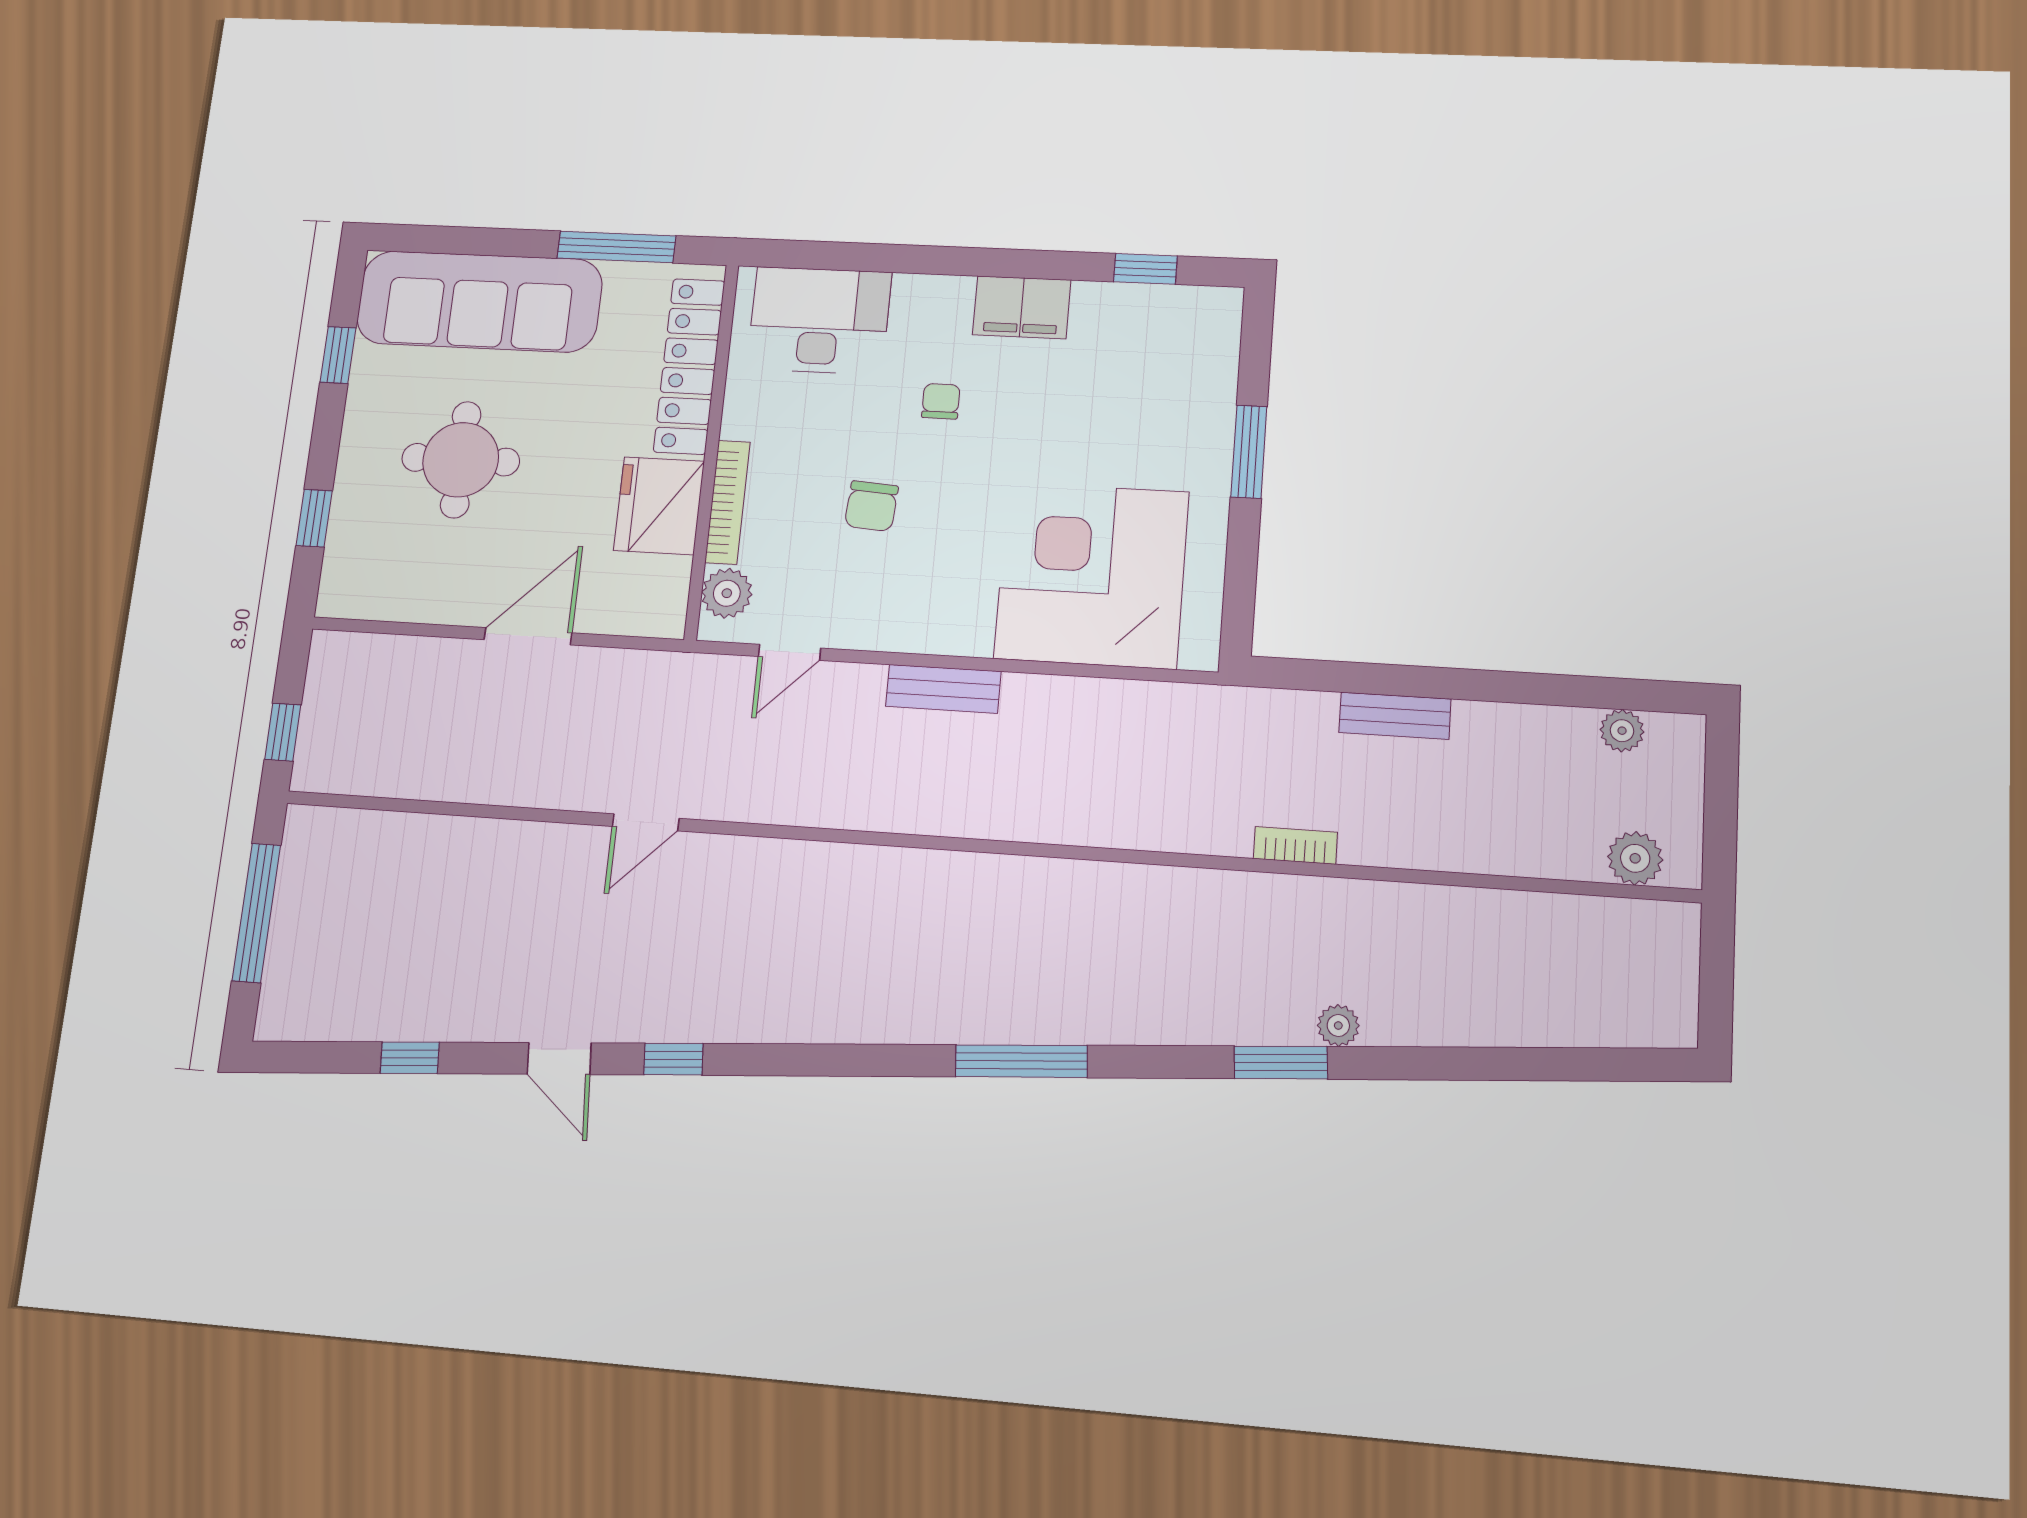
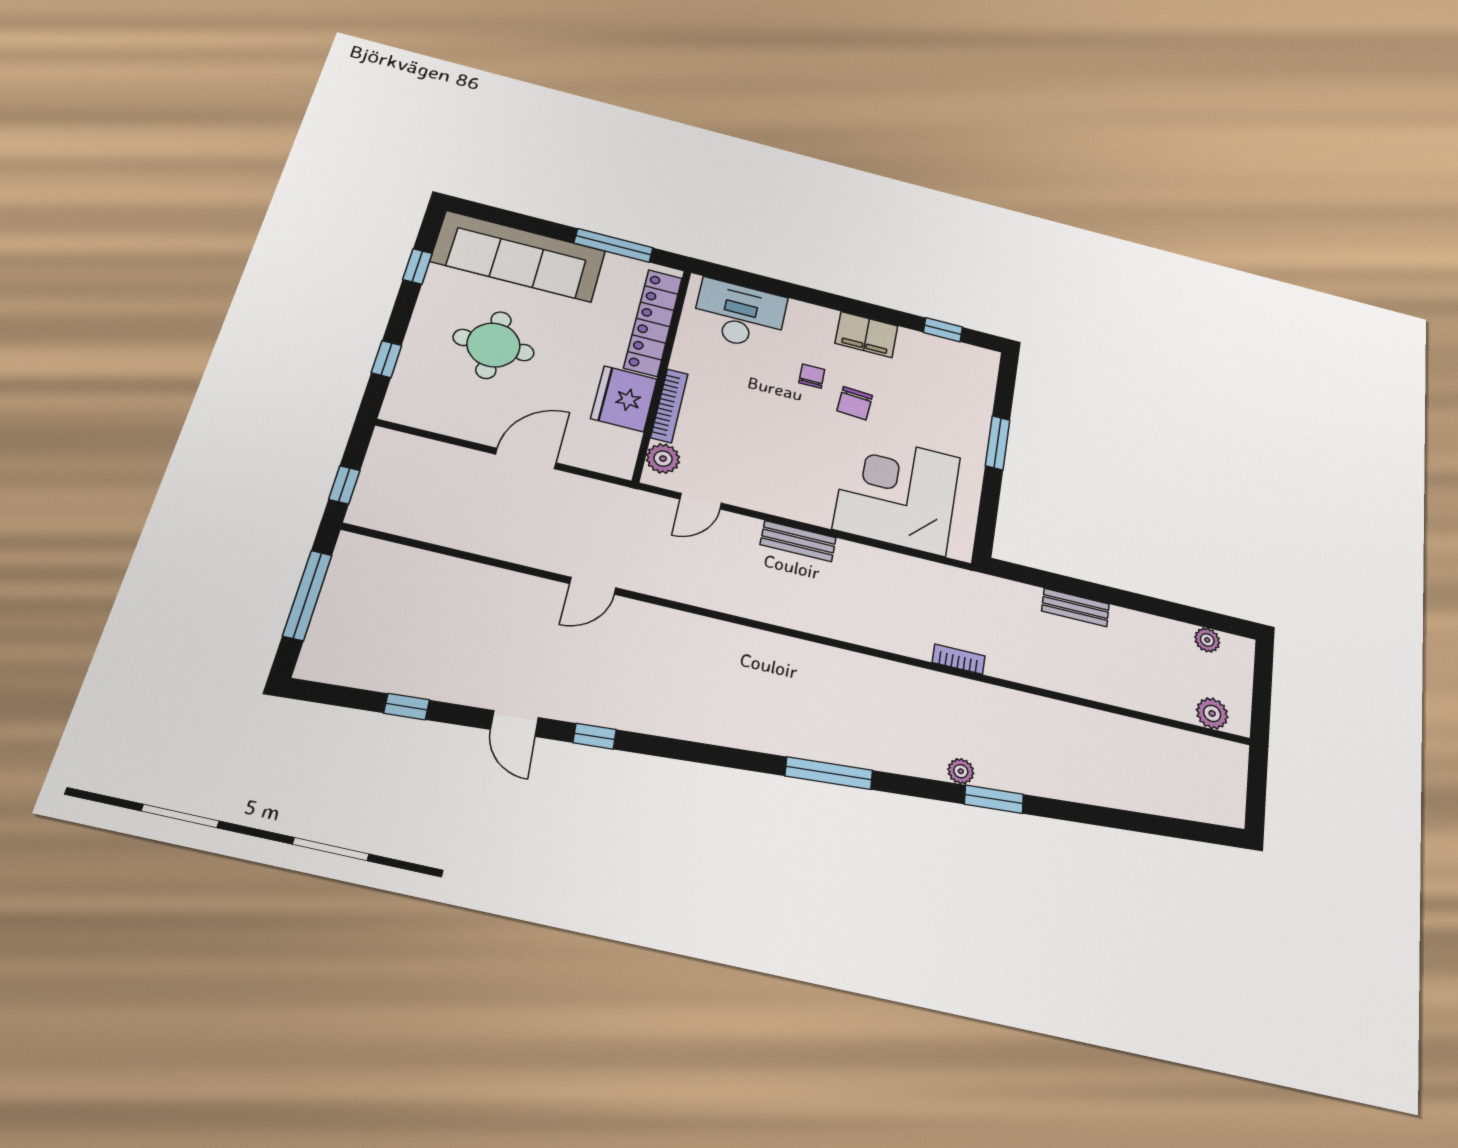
chair: (871, 506) -> (855, 403), moved
bookcase: (1295, 845) -> (959, 659), moved
plant: (1338, 1026) -> (961, 771), moved

